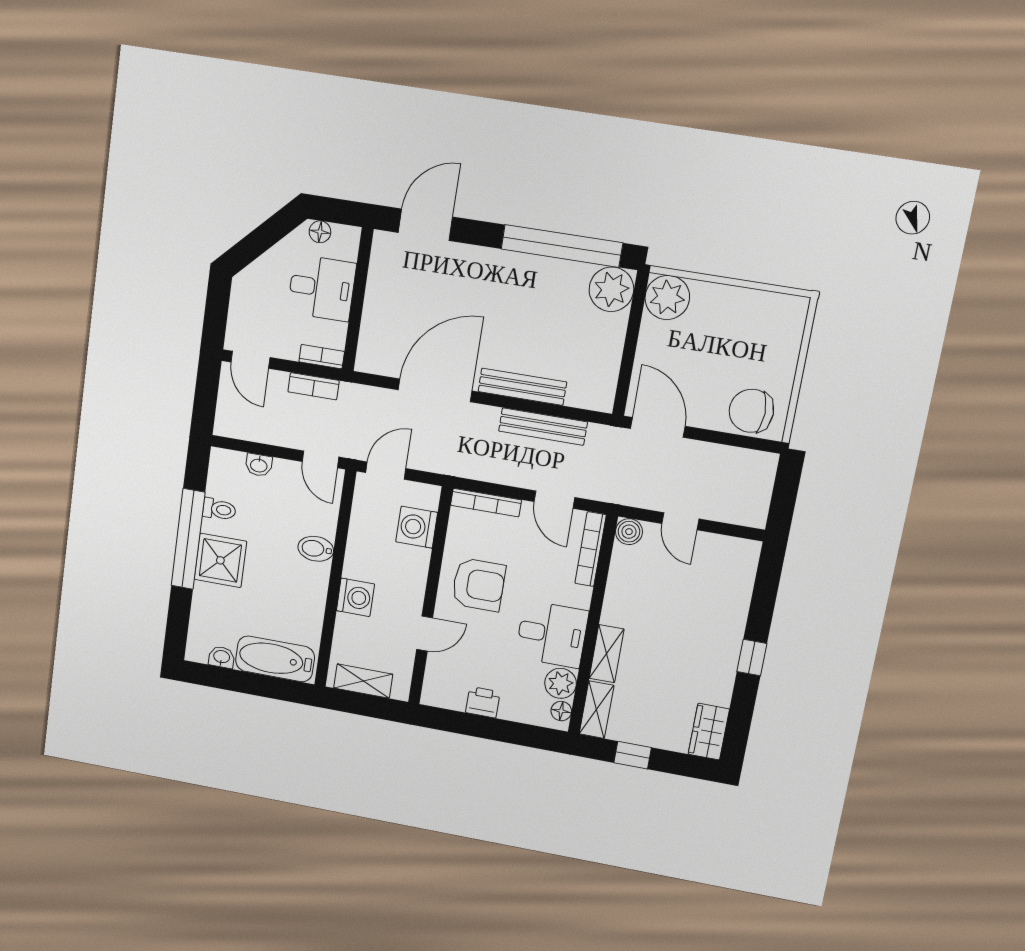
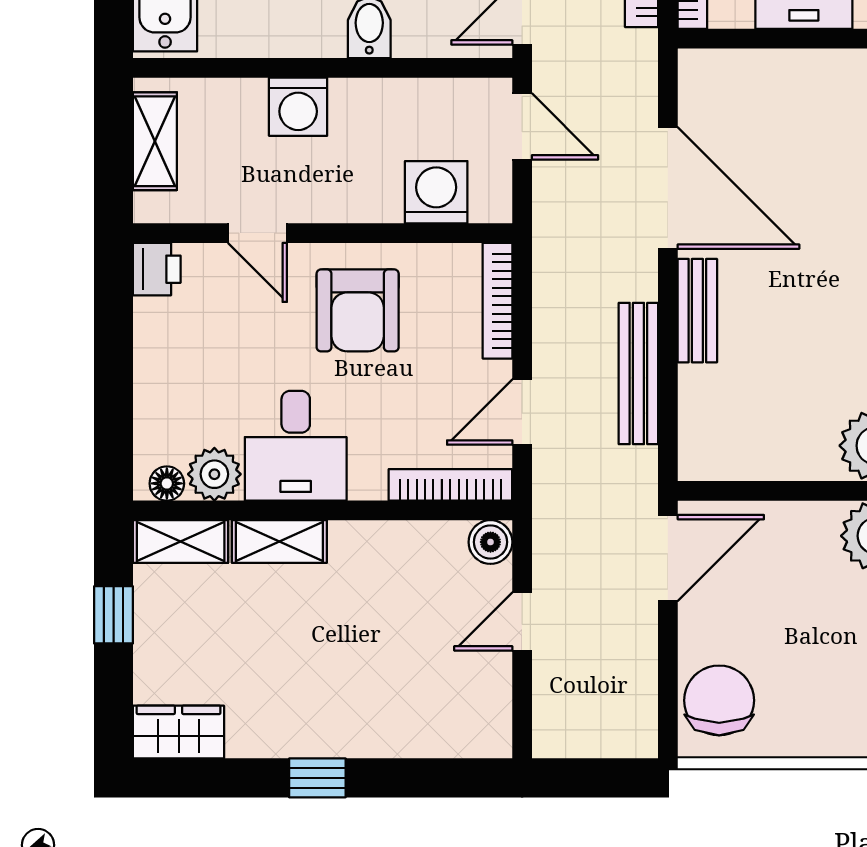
bench: (522, 387) -> (697, 311), width x0.73
printer: (483, 702) -> (157, 269), moved

